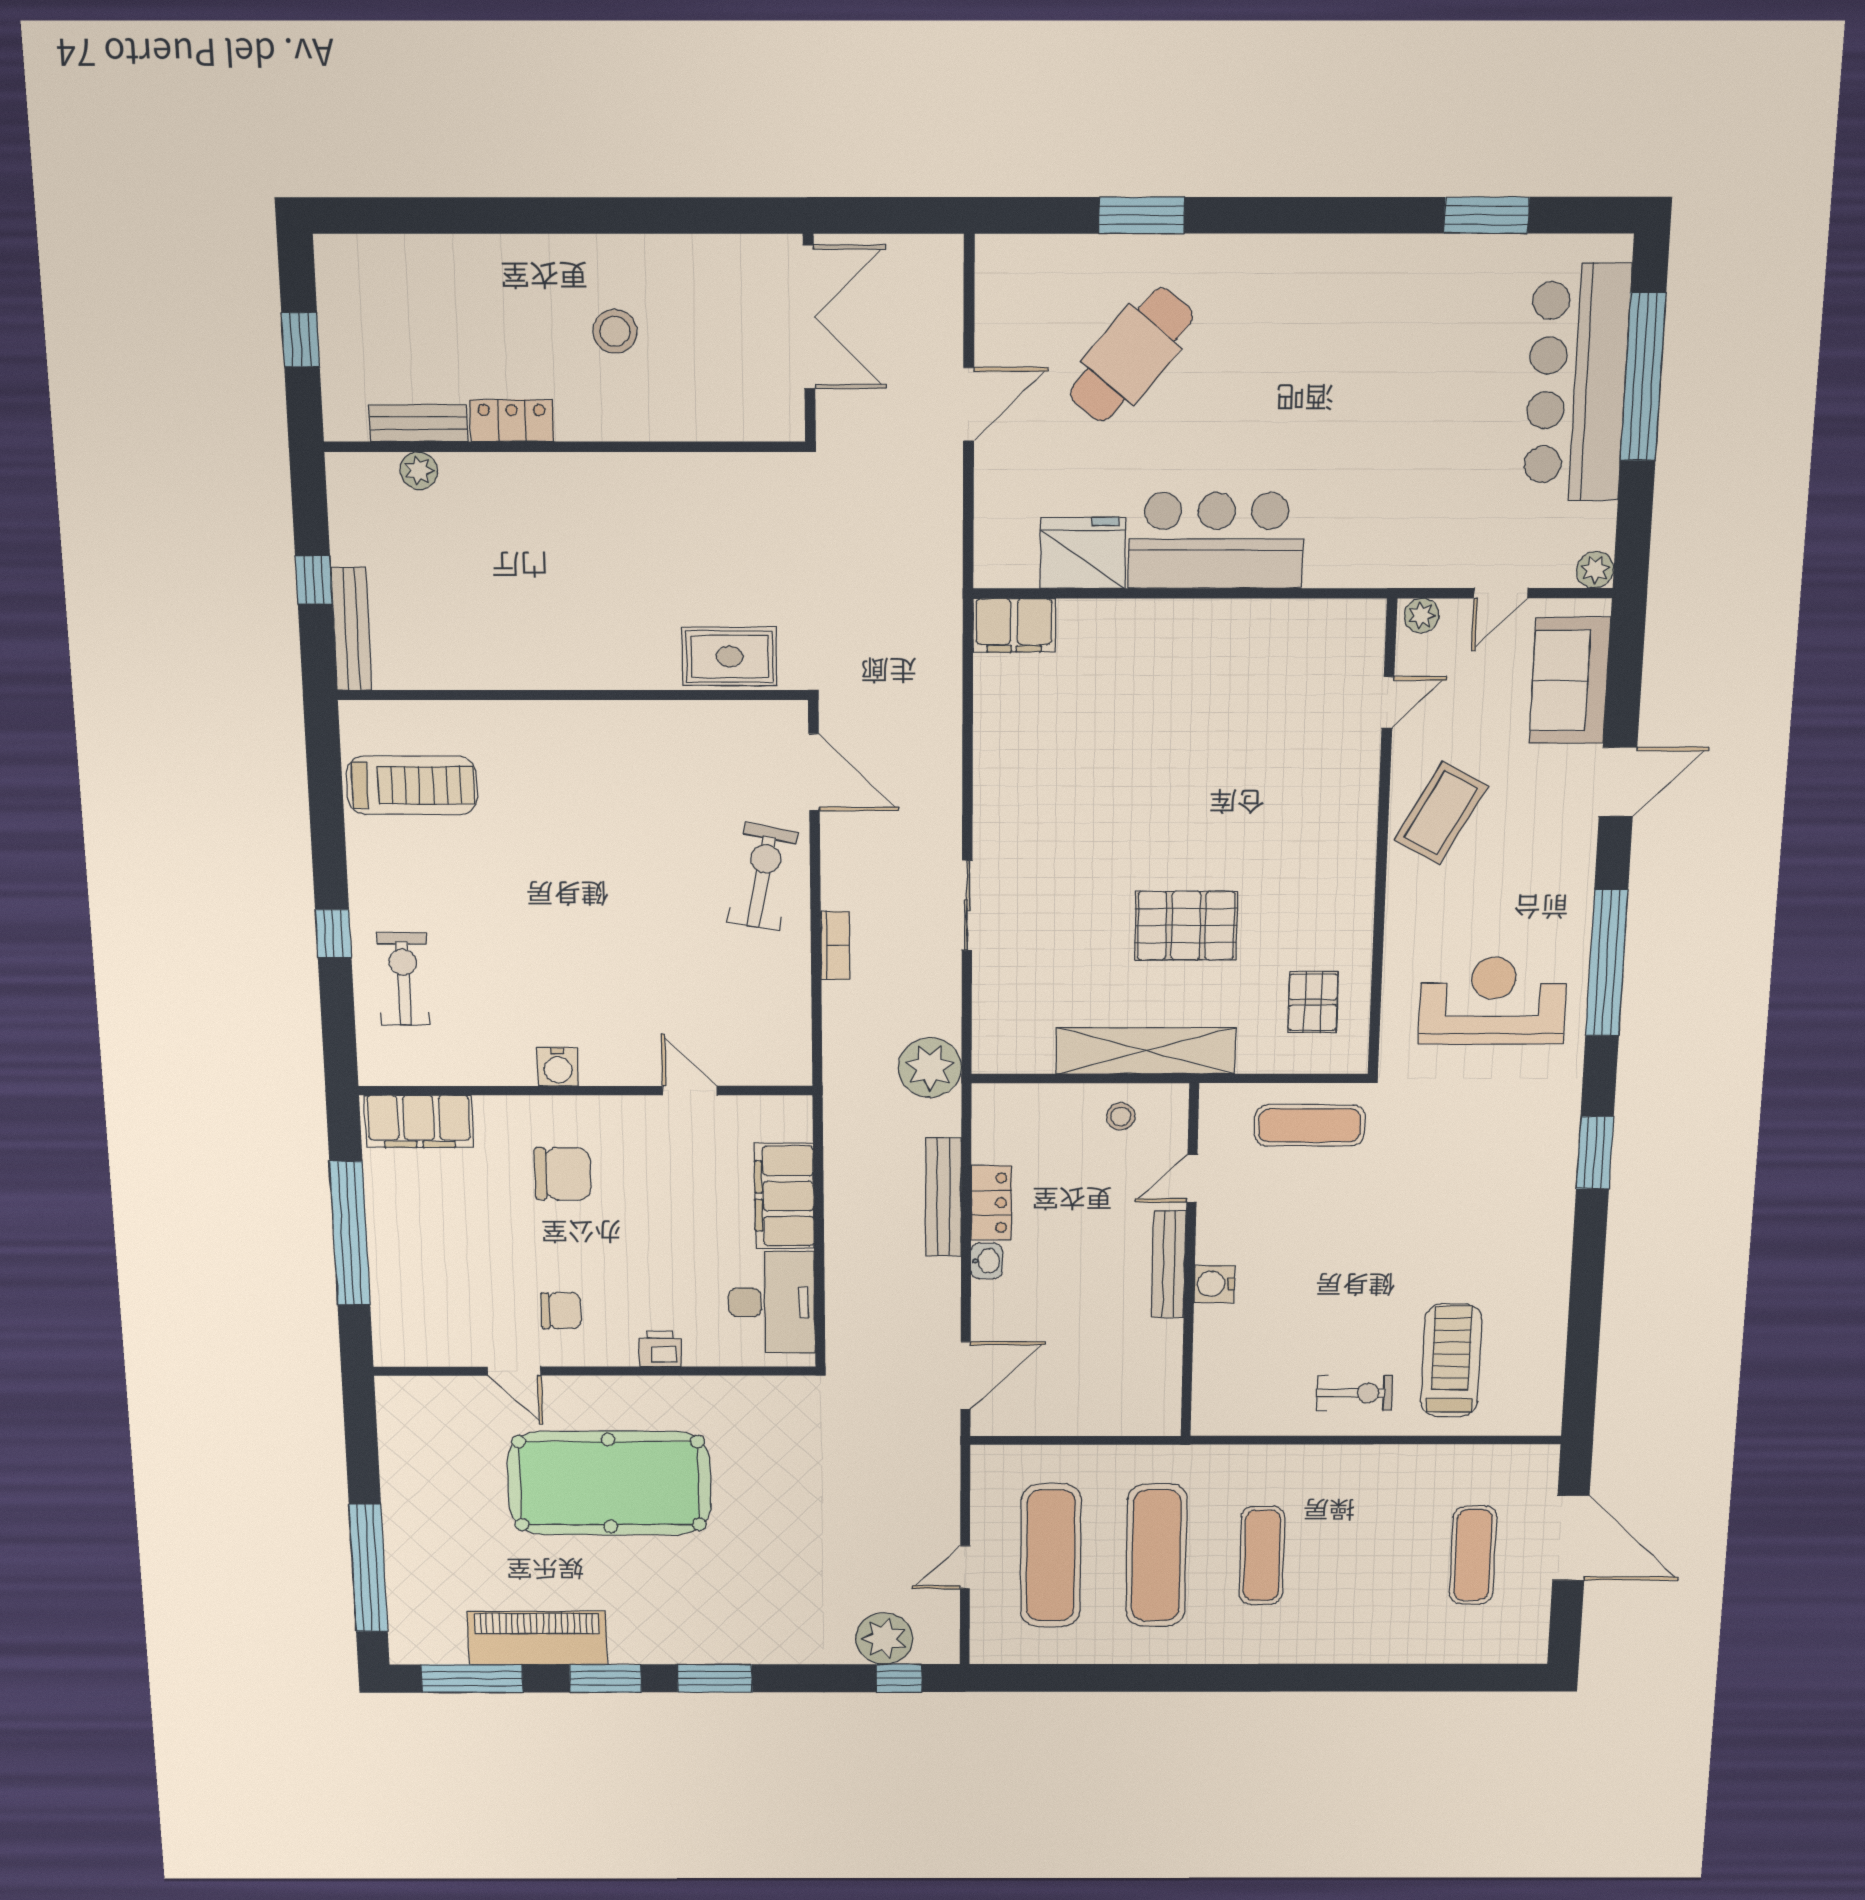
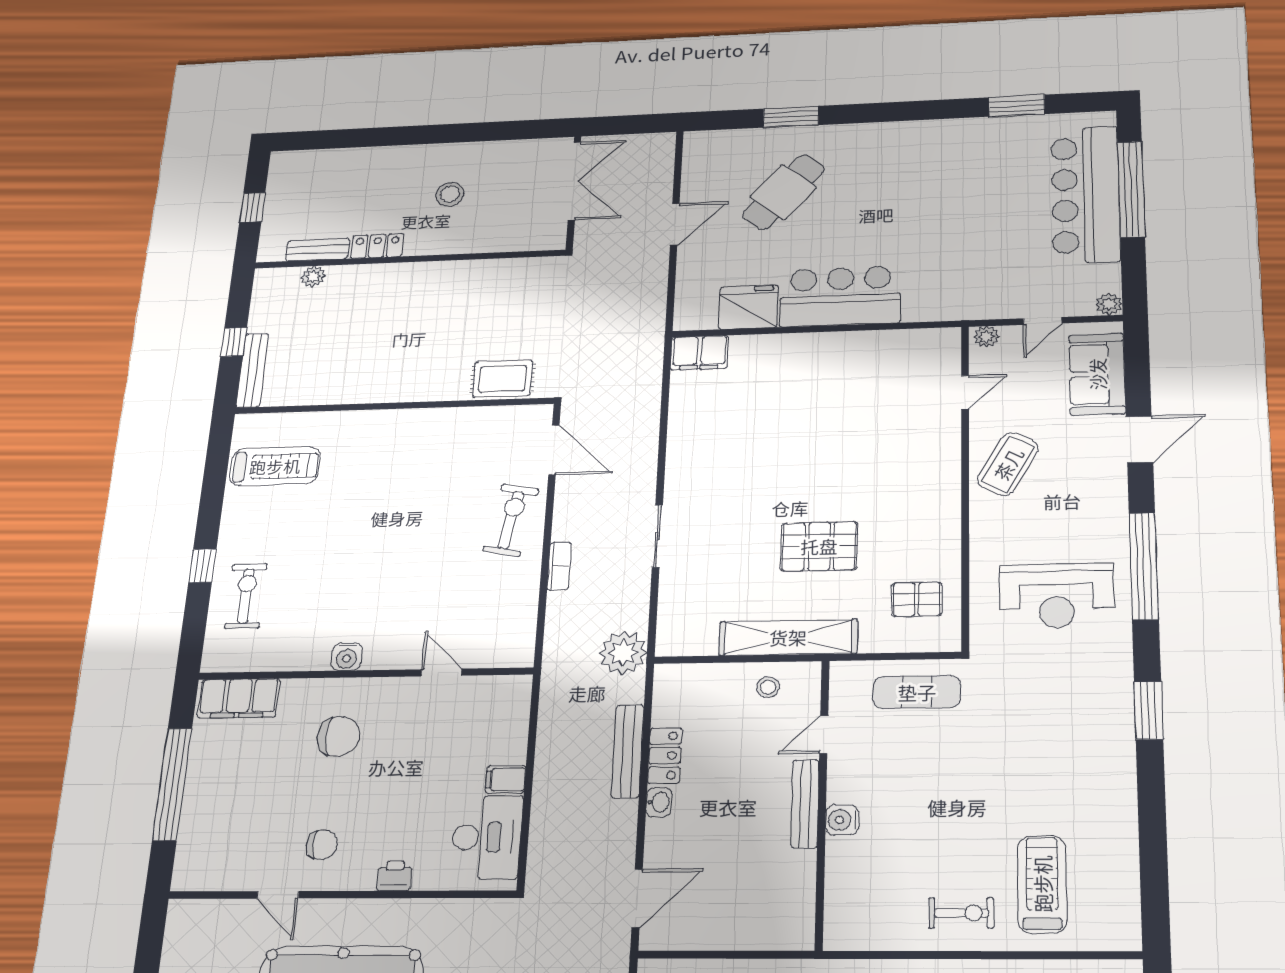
reception desk: (1493, 1001) -> (1057, 596), turned 180
pallet: (1313, 1002) -> (917, 599), turned 90
filing cabinet: (784, 1196) -> (506, 779), width x0.33, depth x0.86

